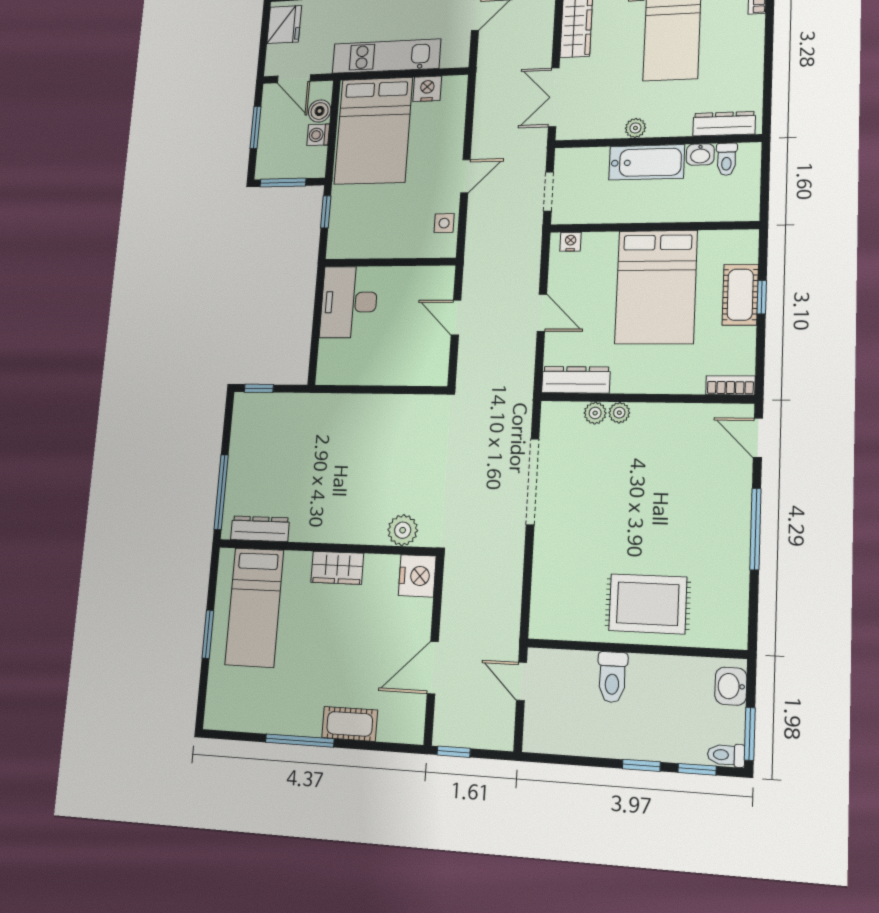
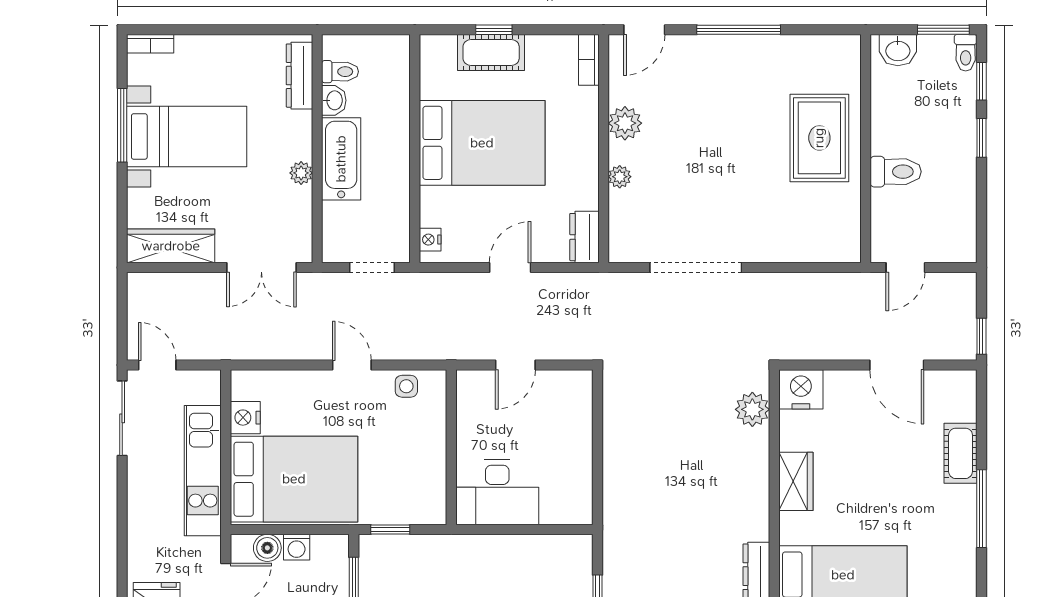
dresser: (576, 380) -> (585, 237), width x0.70
plant: (595, 413) -> (625, 123), moved, width x1.38, depth x1.38

